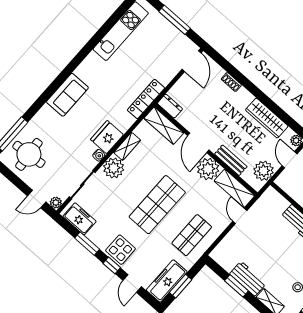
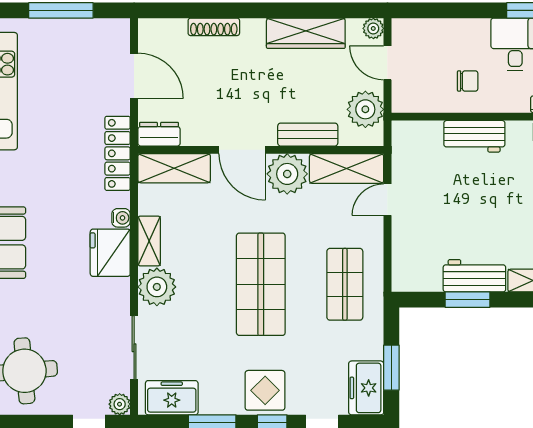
door: (192, 61) -> (134, 76), moved
shoe rack: (231, 82) -> (214, 27), width x1.43
water cooler: (99, 155) -> (121, 218), moved
door: (240, 216) -> (387, 200), hinge flipped
freezer: (167, 281) -> (366, 388), width x0.71

